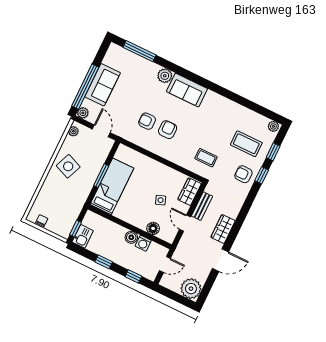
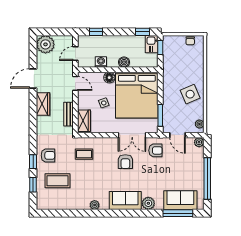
sofa: (103, 85) -> (180, 200), moved, turned 90
window: (85, 87) -> (207, 178), moved
armchair: (147, 121) -> (155, 150), moved
plant: (273, 126) -> (95, 205), moved
double door: (148, 153) -> (132, 135), added
side table: (68, 166) -> (190, 94), turned 45
window: (101, 176) -> (160, 115), moved
bed: (112, 186) -> (137, 95), width x2.04
door: (185, 223) -> (75, 83), moved
floor lamp: (153, 228) -> (109, 78), moved
boiler: (131, 237) -> (124, 62), moved
window: (104, 262) -> (142, 32), moved

